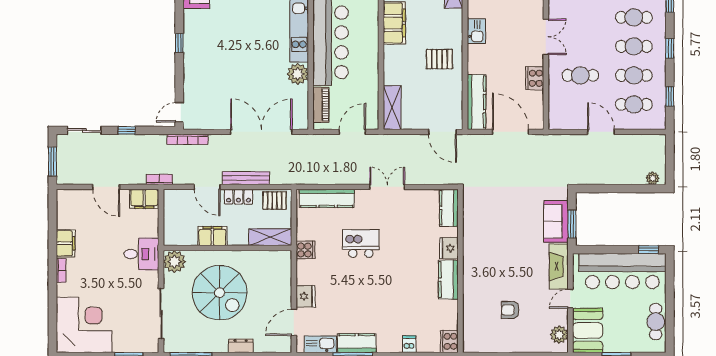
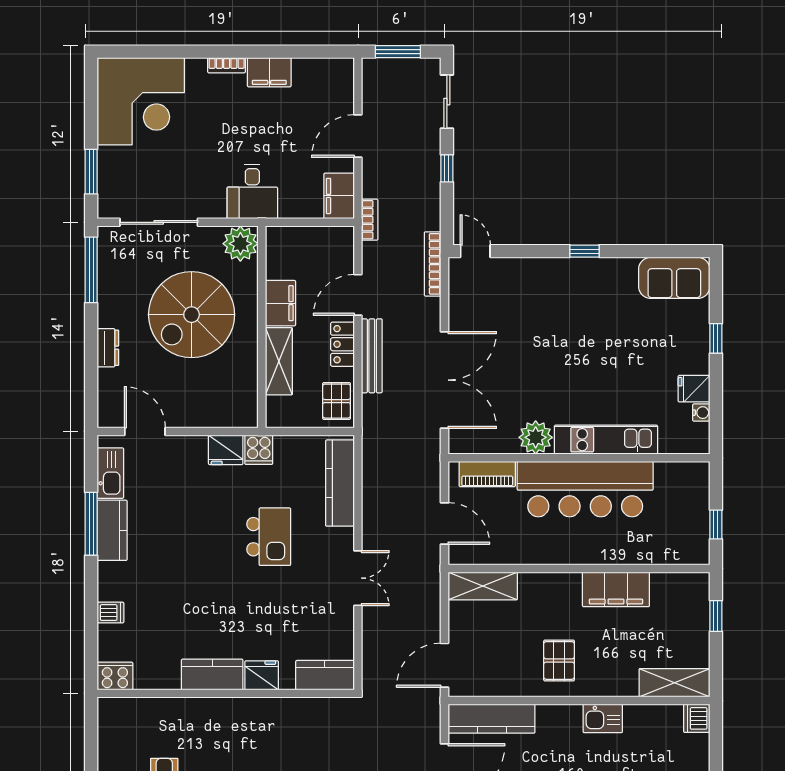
shelving: (270, 237) -> (279, 361), moved
fridge: (306, 296) -> (226, 450), moved

